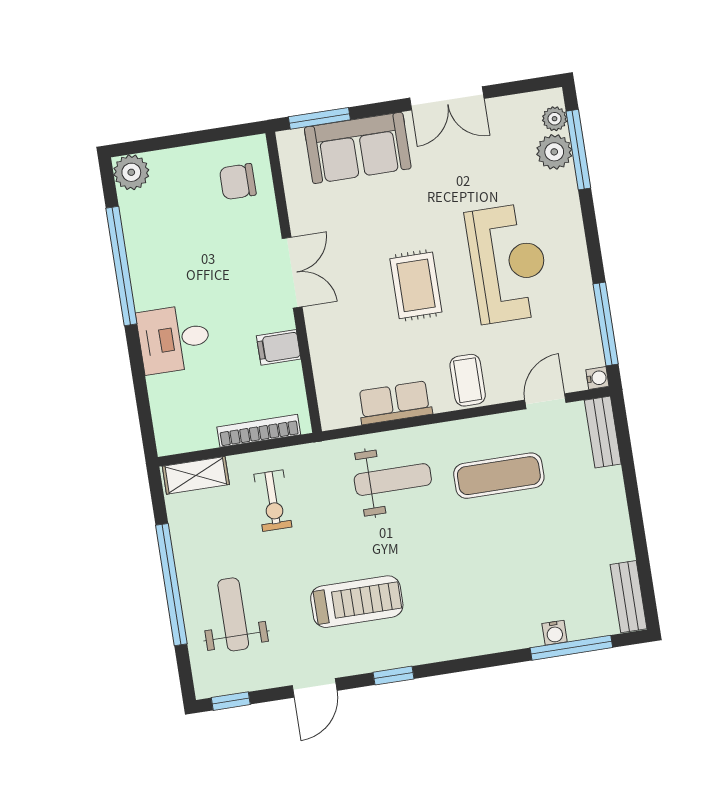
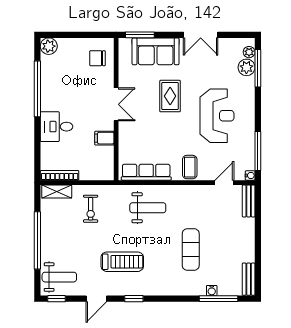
rug: (416, 285) -> (170, 96), moved
row of seats: (395, 403) -> (146, 172), width x1.48
bookcase: (259, 431) -> (60, 175), moved
exercise mat: (499, 476) -> (191, 249), moved, turned 90
weight bench: (233, 614) -> (59, 277), moved, turned 90

